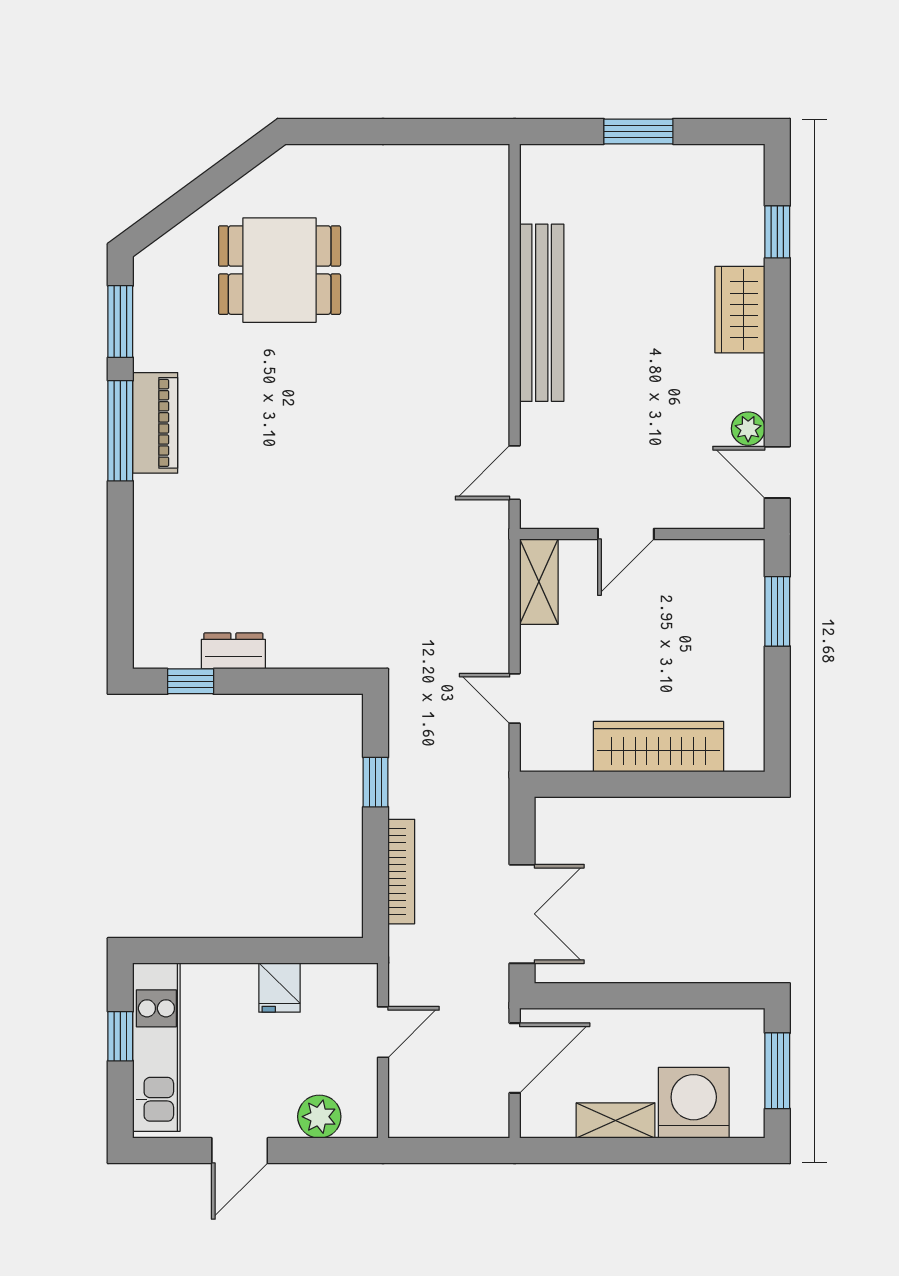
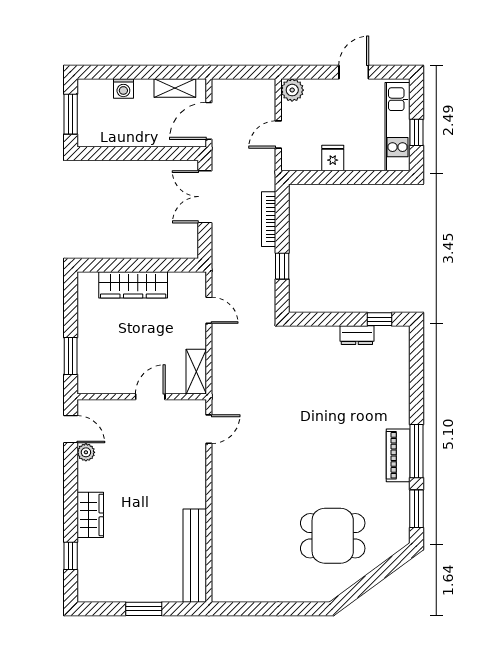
bench: (542, 313) -> (195, 556), moved
washing machine: (694, 1103) -> (123, 89), width x0.53, depth x0.53
plant: (319, 1117) -> (292, 90), moved
shelving: (616, 1120) -> (175, 88), moved

